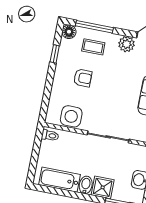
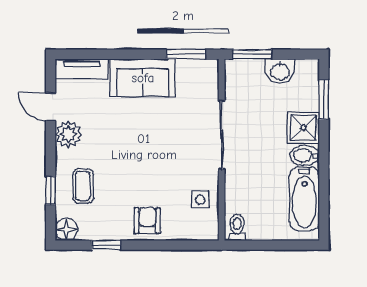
window: (94, 27) -> (51, 191), width x0.46
armchair: (83, 78) -> (147, 221), moved
side table: (71, 116) -> (200, 200), width x0.54, depth x0.54

